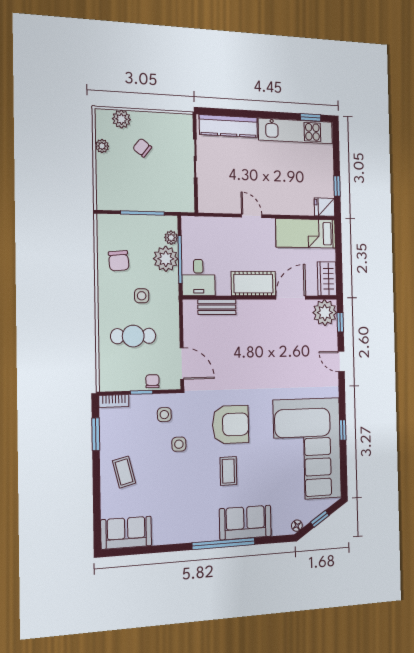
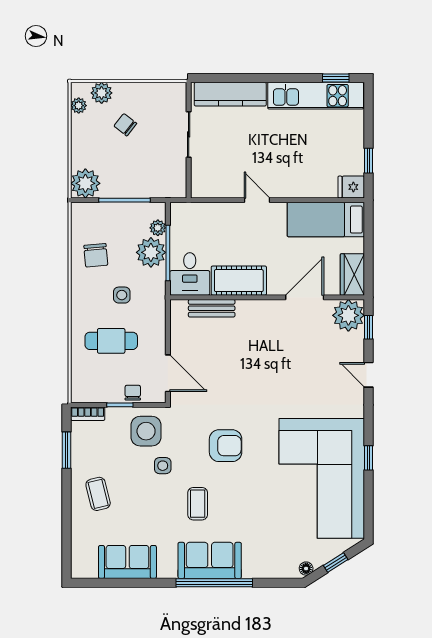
plant: (102, 146) -> (79, 106), moved
plant: (109, 197) -> (85, 183), added
cot: (253, 284) -> (239, 281), moved
side table: (164, 415) -> (146, 431), width x1.87, depth x1.87
armchair: (231, 425) -> (226, 446), width x0.73, depth x0.73
coffee table: (228, 471) -> (198, 504), moved
sofa: (245, 523) -> (210, 560), moved
sofa: (126, 533) -> (127, 562), moved

